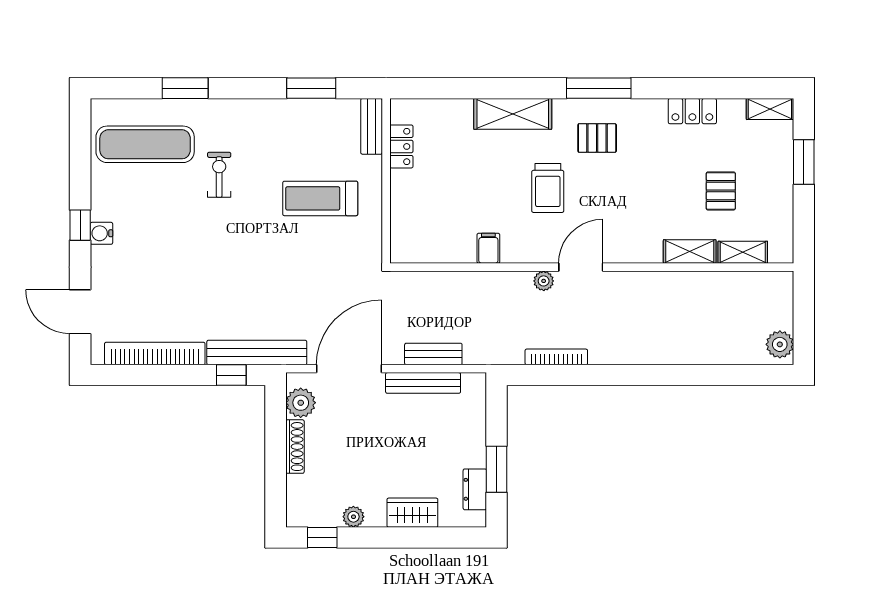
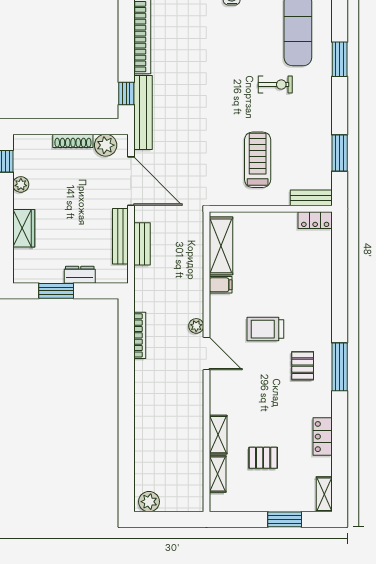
shelving: (513, 114) -> (221, 246), moved
locker: (401, 146) -> (315, 220), moved
dresser: (475, 489) -> (80, 275), moved

